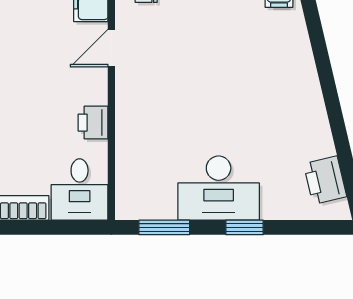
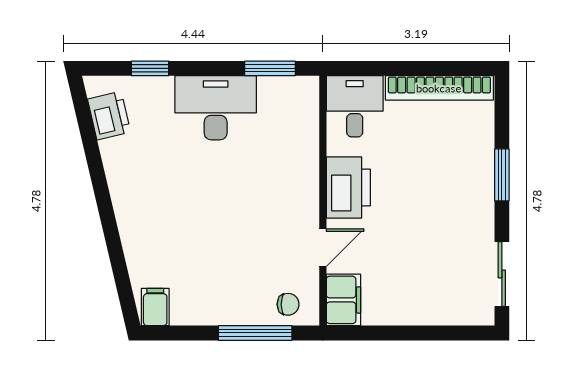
printer: (93, 123) -> (348, 187), width x1.87, depth x1.48
window: (244, 227) -> (150, 68), moved

